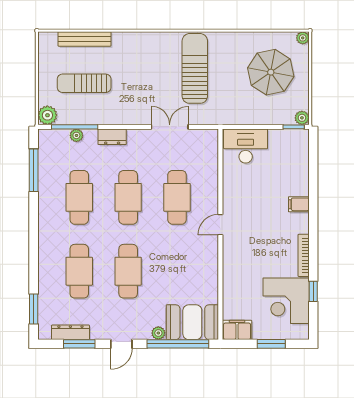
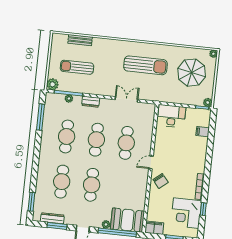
bench: (84, 39) -> (80, 40), width x0.73
sun lounger: (195, 68) -> (145, 65), turned 90
filing cabinet: (299, 204) -> (203, 132), moved
chair: (239, 253) -> (161, 181), added

